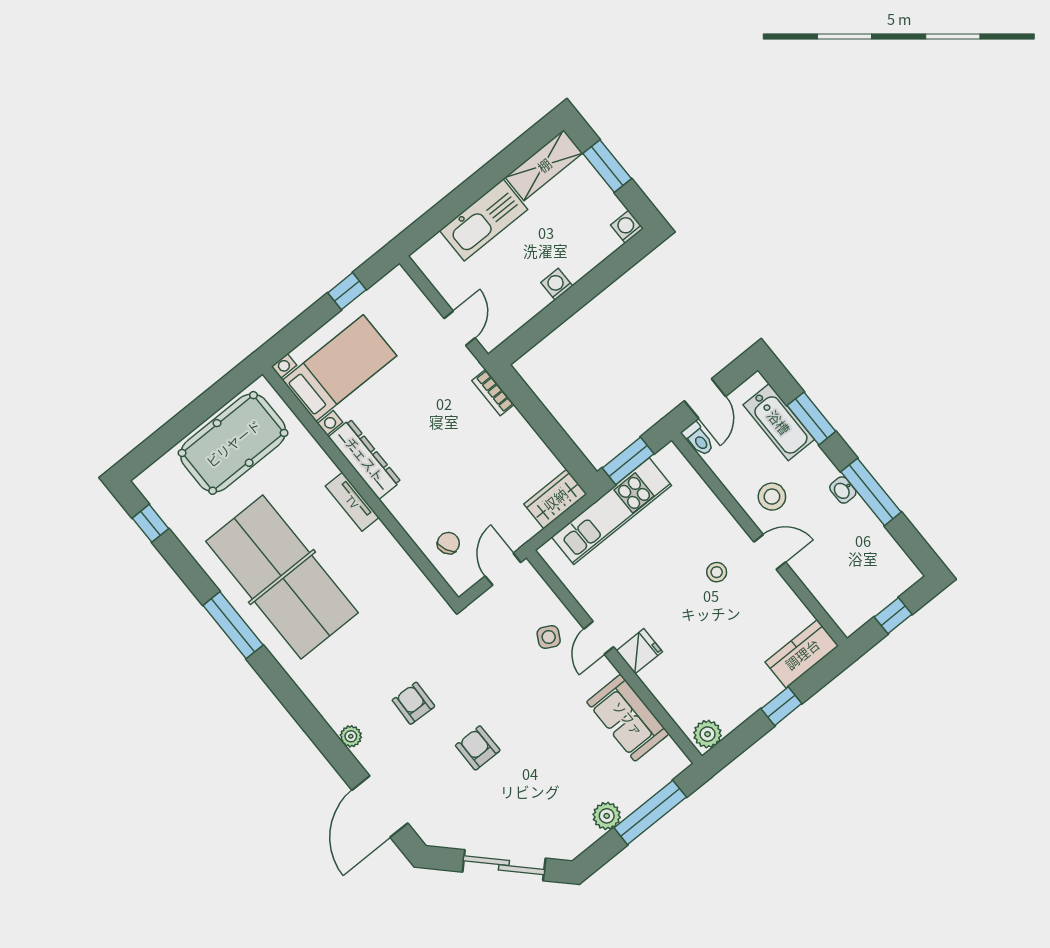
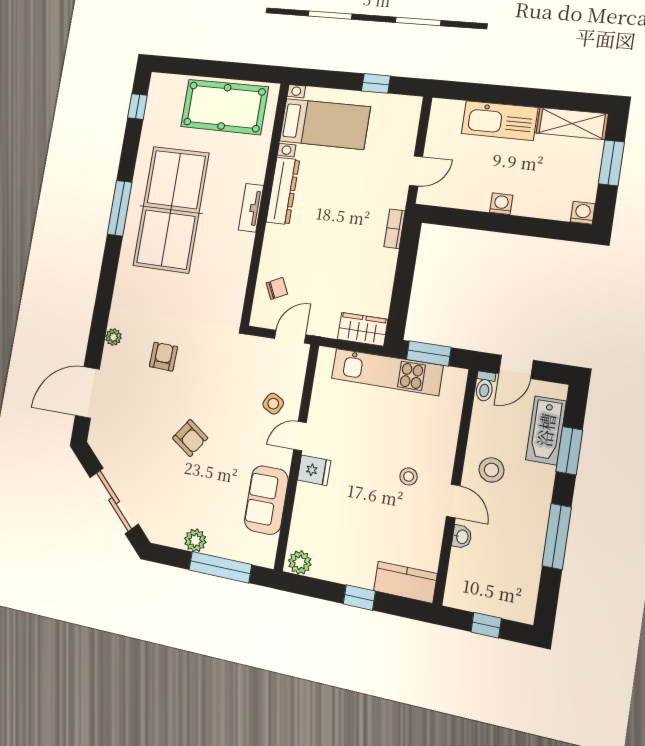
washbasin: (843, 490) -> (462, 537), moved, turned 180
armchair: (478, 748) -> (190, 438), moved, turned 125

